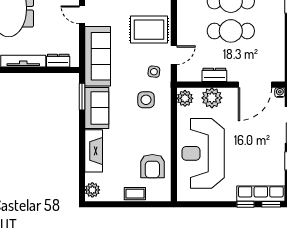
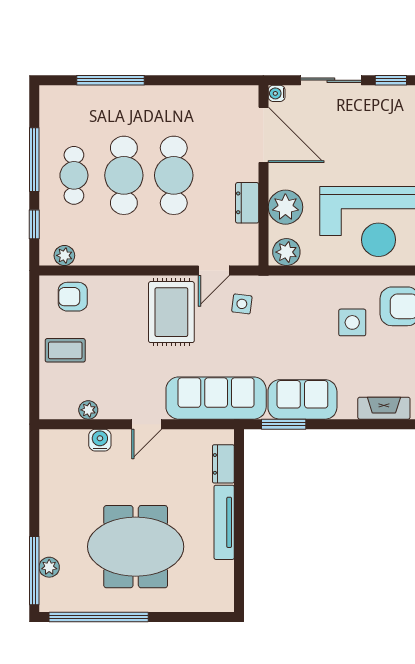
door: (174, 55) -> (214, 271), swing flipped
side table: (146, 100) -> (352, 322), moved
fireplace: (94, 151) -> (384, 408), width x0.73, depth x0.76

